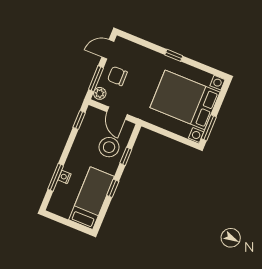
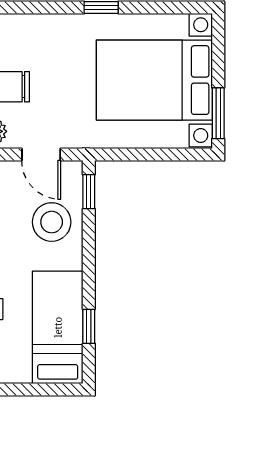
window: (126, 156) -> (89, 192), moved
window: (113, 188) -> (89, 326), moved

